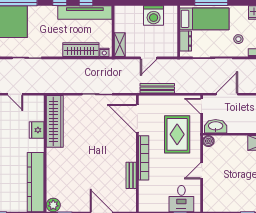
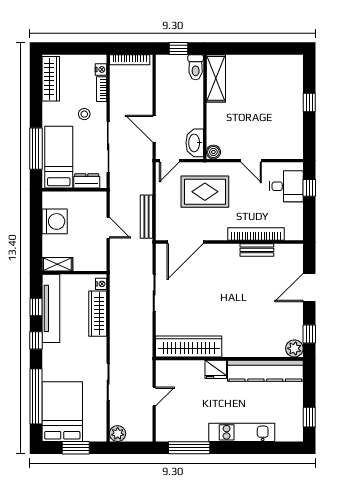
shelving: (120, 45) -> (57, 264), moved
fridge: (37, 130) -> (216, 369), moved
bookcase: (144, 158) -> (256, 234), moved

